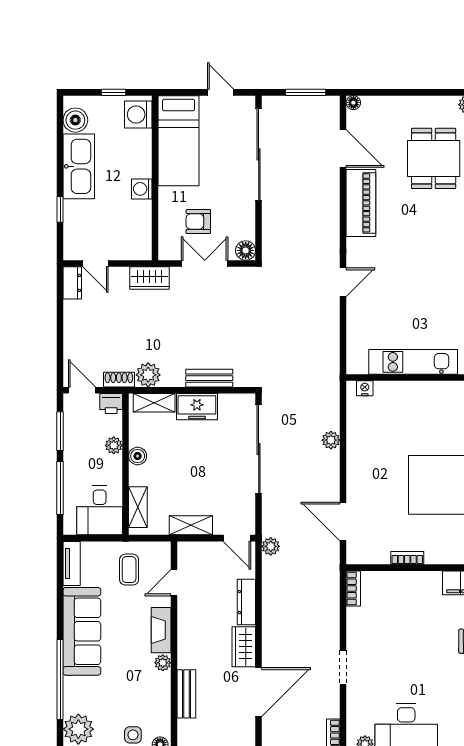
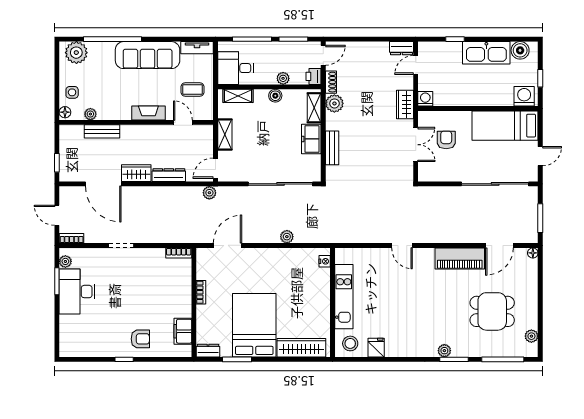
washing machine: (142, 189) -> (425, 99), moved
floor lamp: (246, 250) -> (425, 174), removed
plant: (163, 663) -> (90, 114), moved

